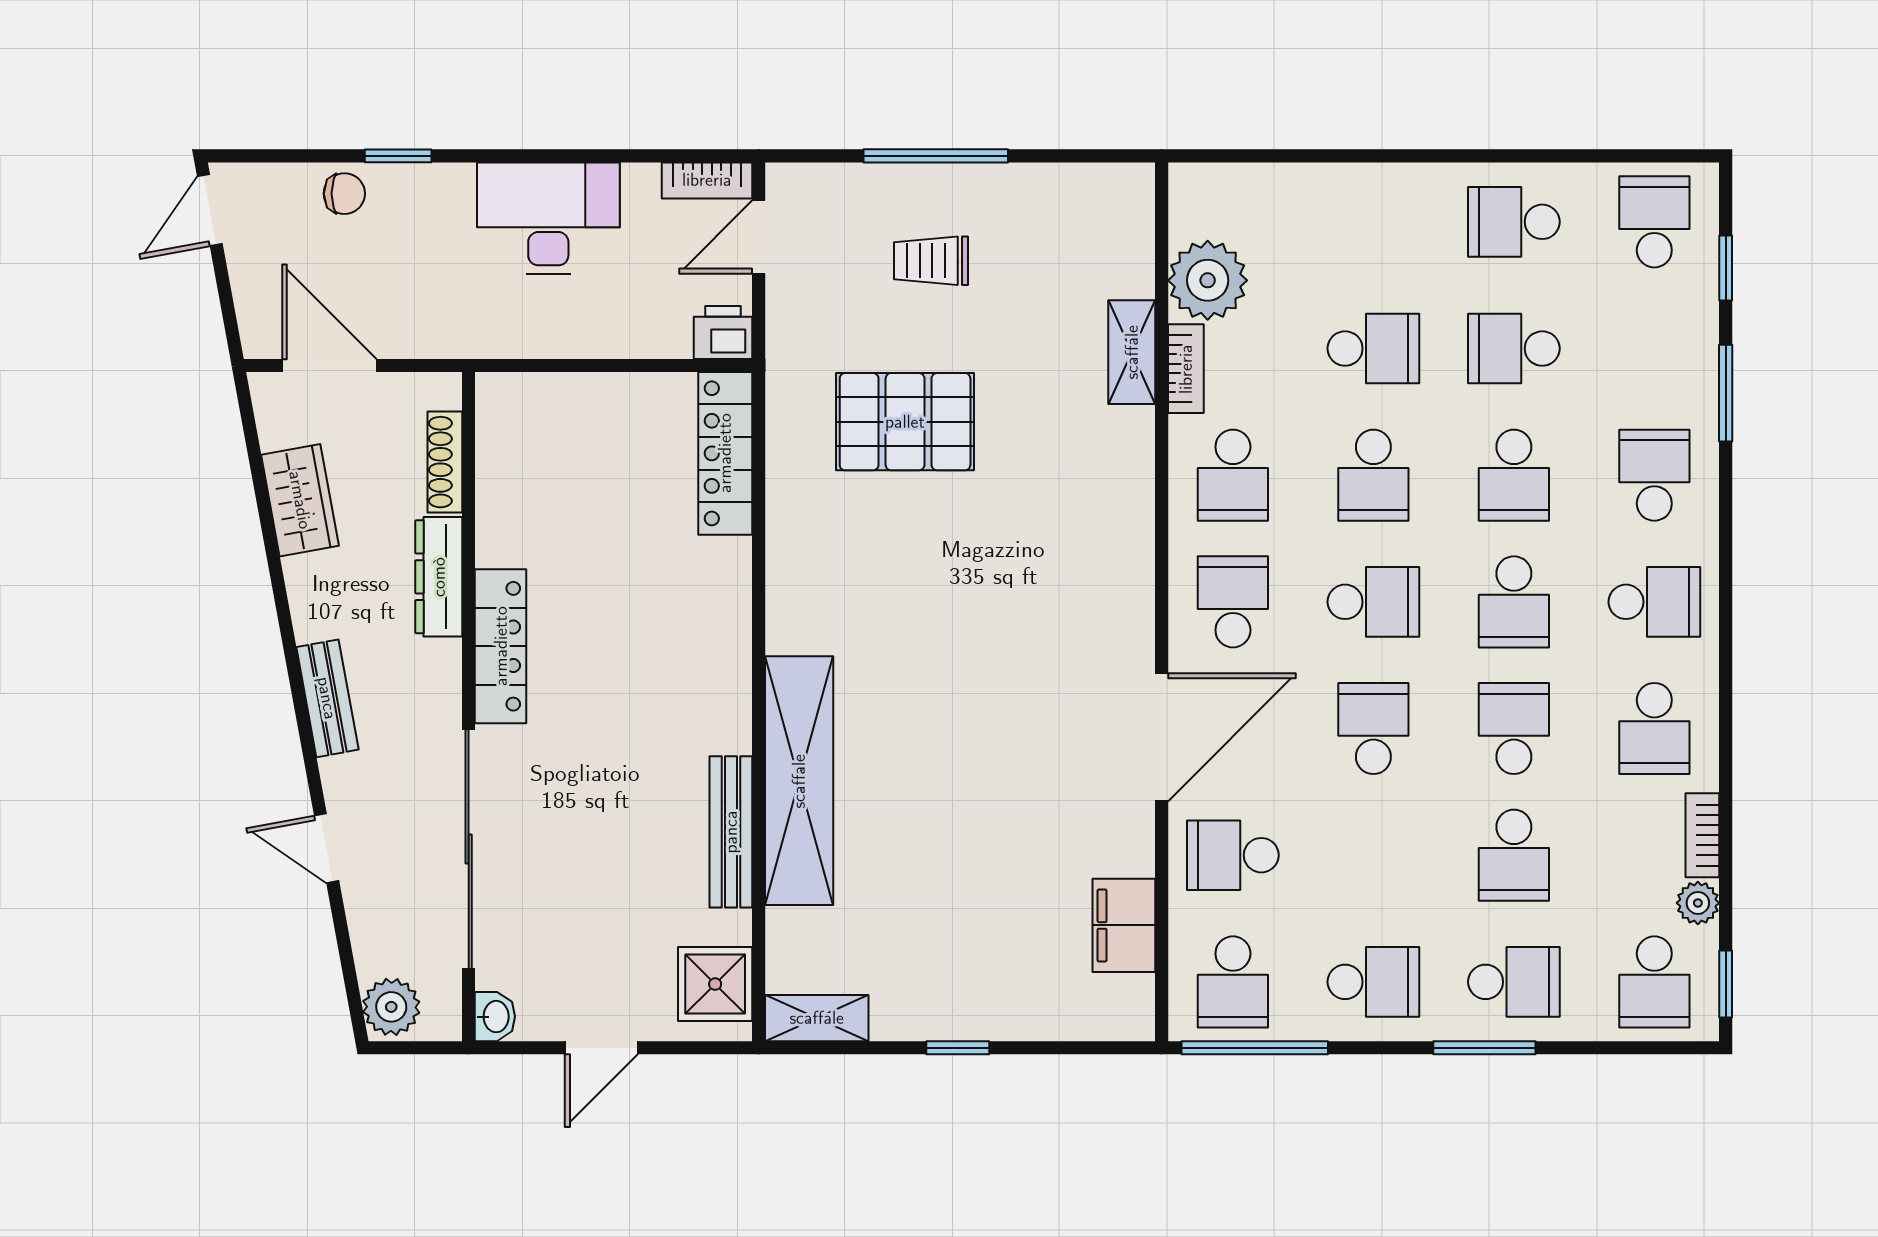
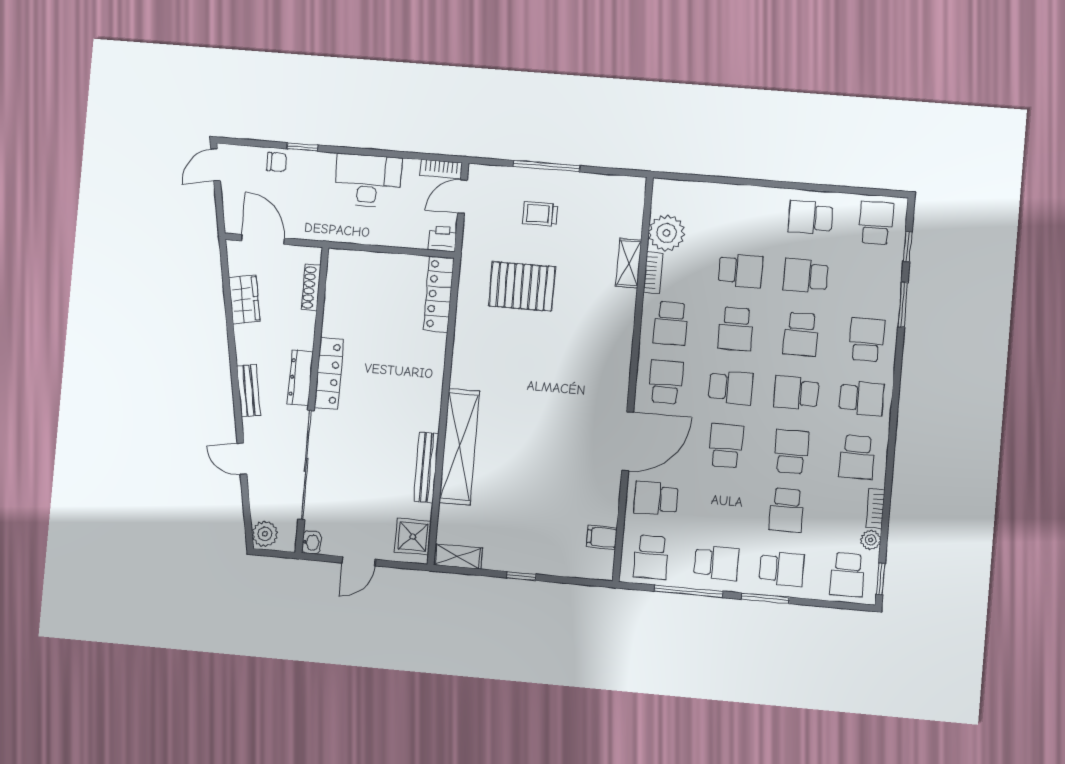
dresser: (439, 577) -> (300, 378), moved
school desk: (1514, 602) -> (796, 393), turned 90
filing cabinet: (1124, 925) -> (602, 537), width x0.50
window: (1255, 1048) -> (689, 591), moved

